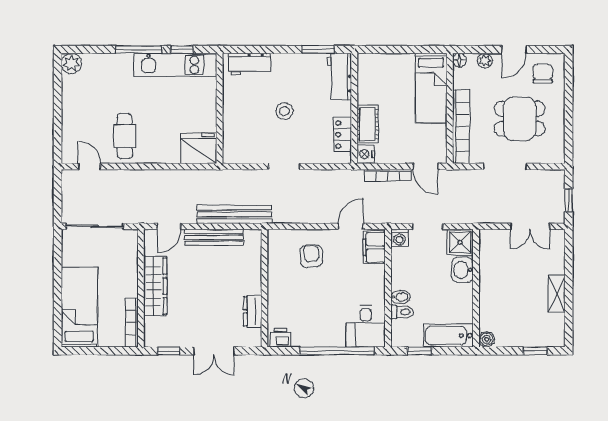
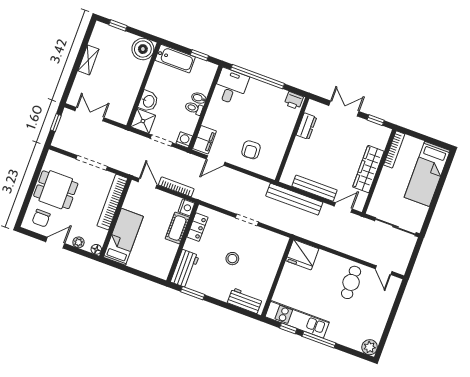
dining table: (520, 119) -> (56, 190), moved
toilet: (402, 312) -> (194, 108), moved
boiler: (487, 339) -> (143, 49), width x1.86, depth x1.86

